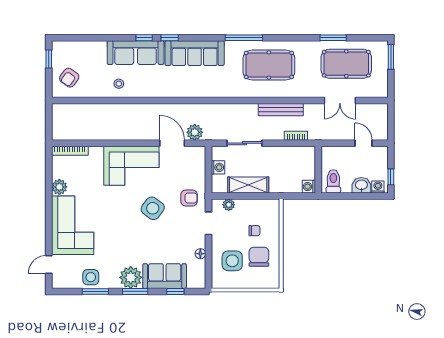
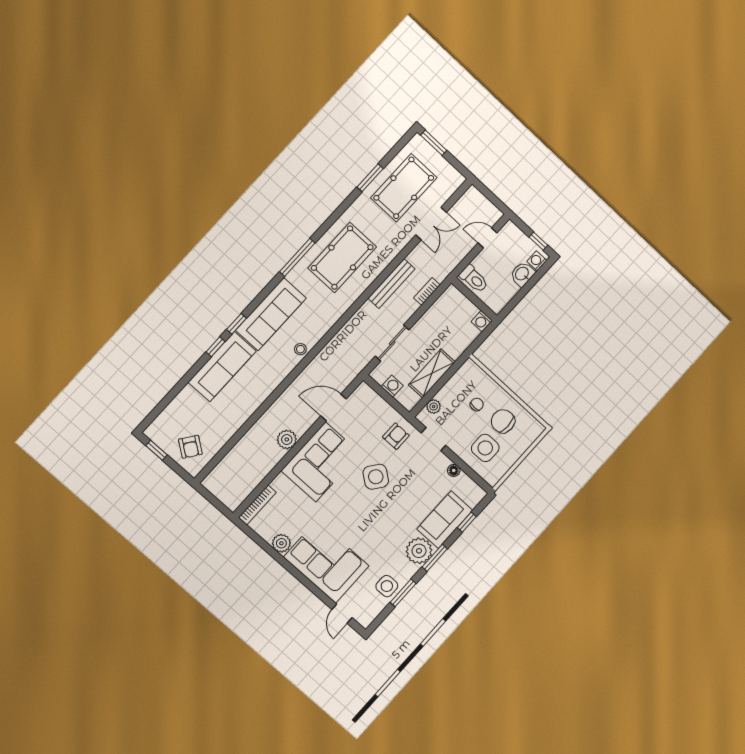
stool: (119, 84) -> (300, 349), moved
plant: (195, 132) -> (287, 440), moved
toilet: (333, 181) -> (474, 279), moved, turned 180

